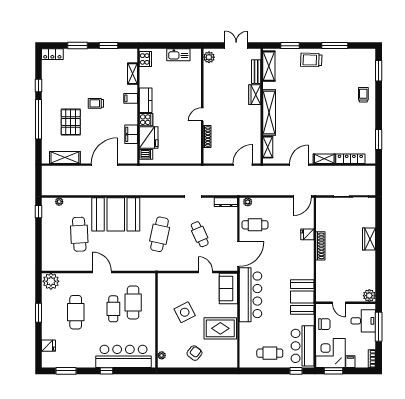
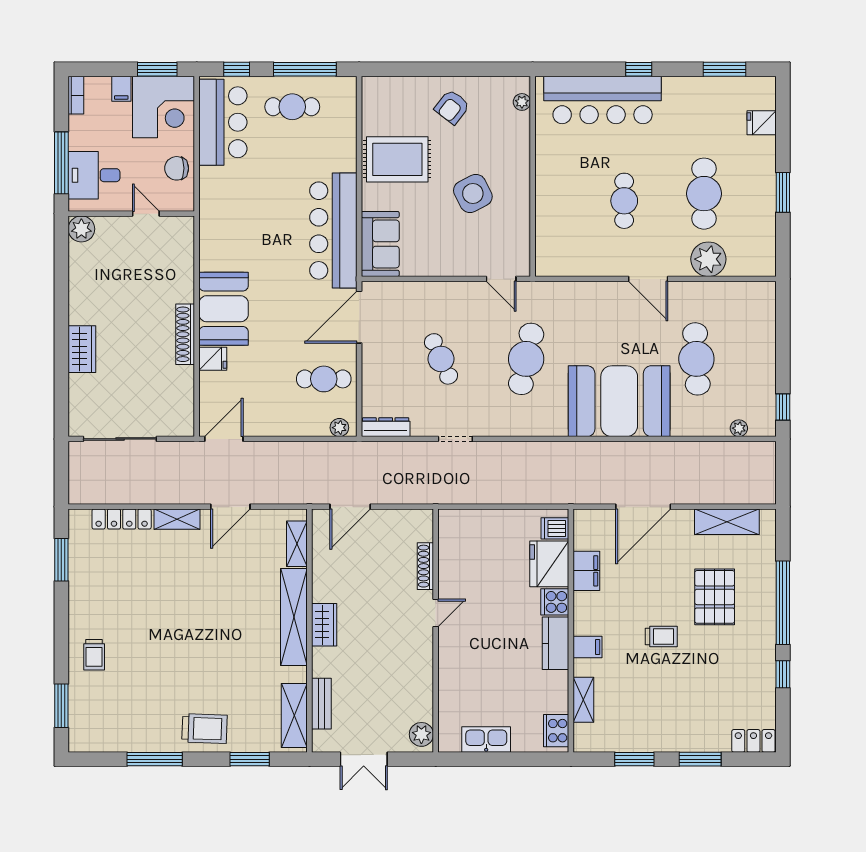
wardrobe: (255, 95) -> (324, 625), moved
door: (206, 272) -> (501, 279), moved
plant: (51, 281) -> (708, 259), moved
booth: (302, 297) -> (224, 309), moved
cafe table: (133, 302) -> (582, 214), removed
window: (264, 371) -> (305, 69), added

